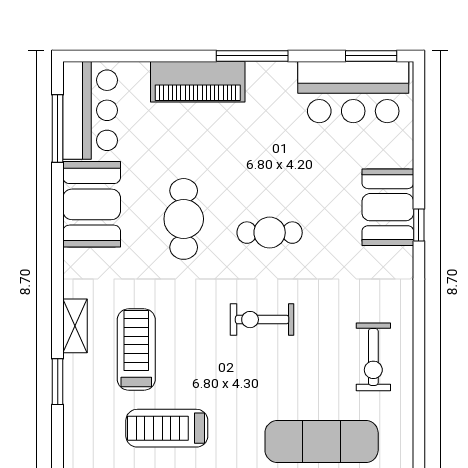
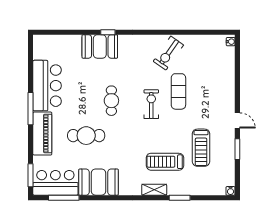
window: (371, 56) -> (31, 175), moved
bar counter: (353, 92) -> (47, 86), moved
cafe table: (184, 219) -> (86, 136), moved
exercise bike: (262, 320) -> (151, 104), turned 180
exercise bike: (373, 357) -> (168, 53), turned 125
exercise mat: (322, 441) -> (178, 91), moved, width x0.73, depth x0.69

